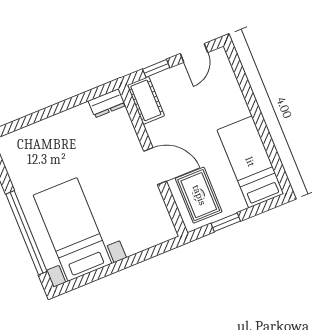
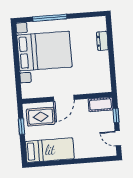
dresser: (107, 103) -> (102, 41), moved
bed with nightstands: (72, 229) -> (44, 51), width x1.36
window: (26, 233) -> (50, 18), width x0.68

